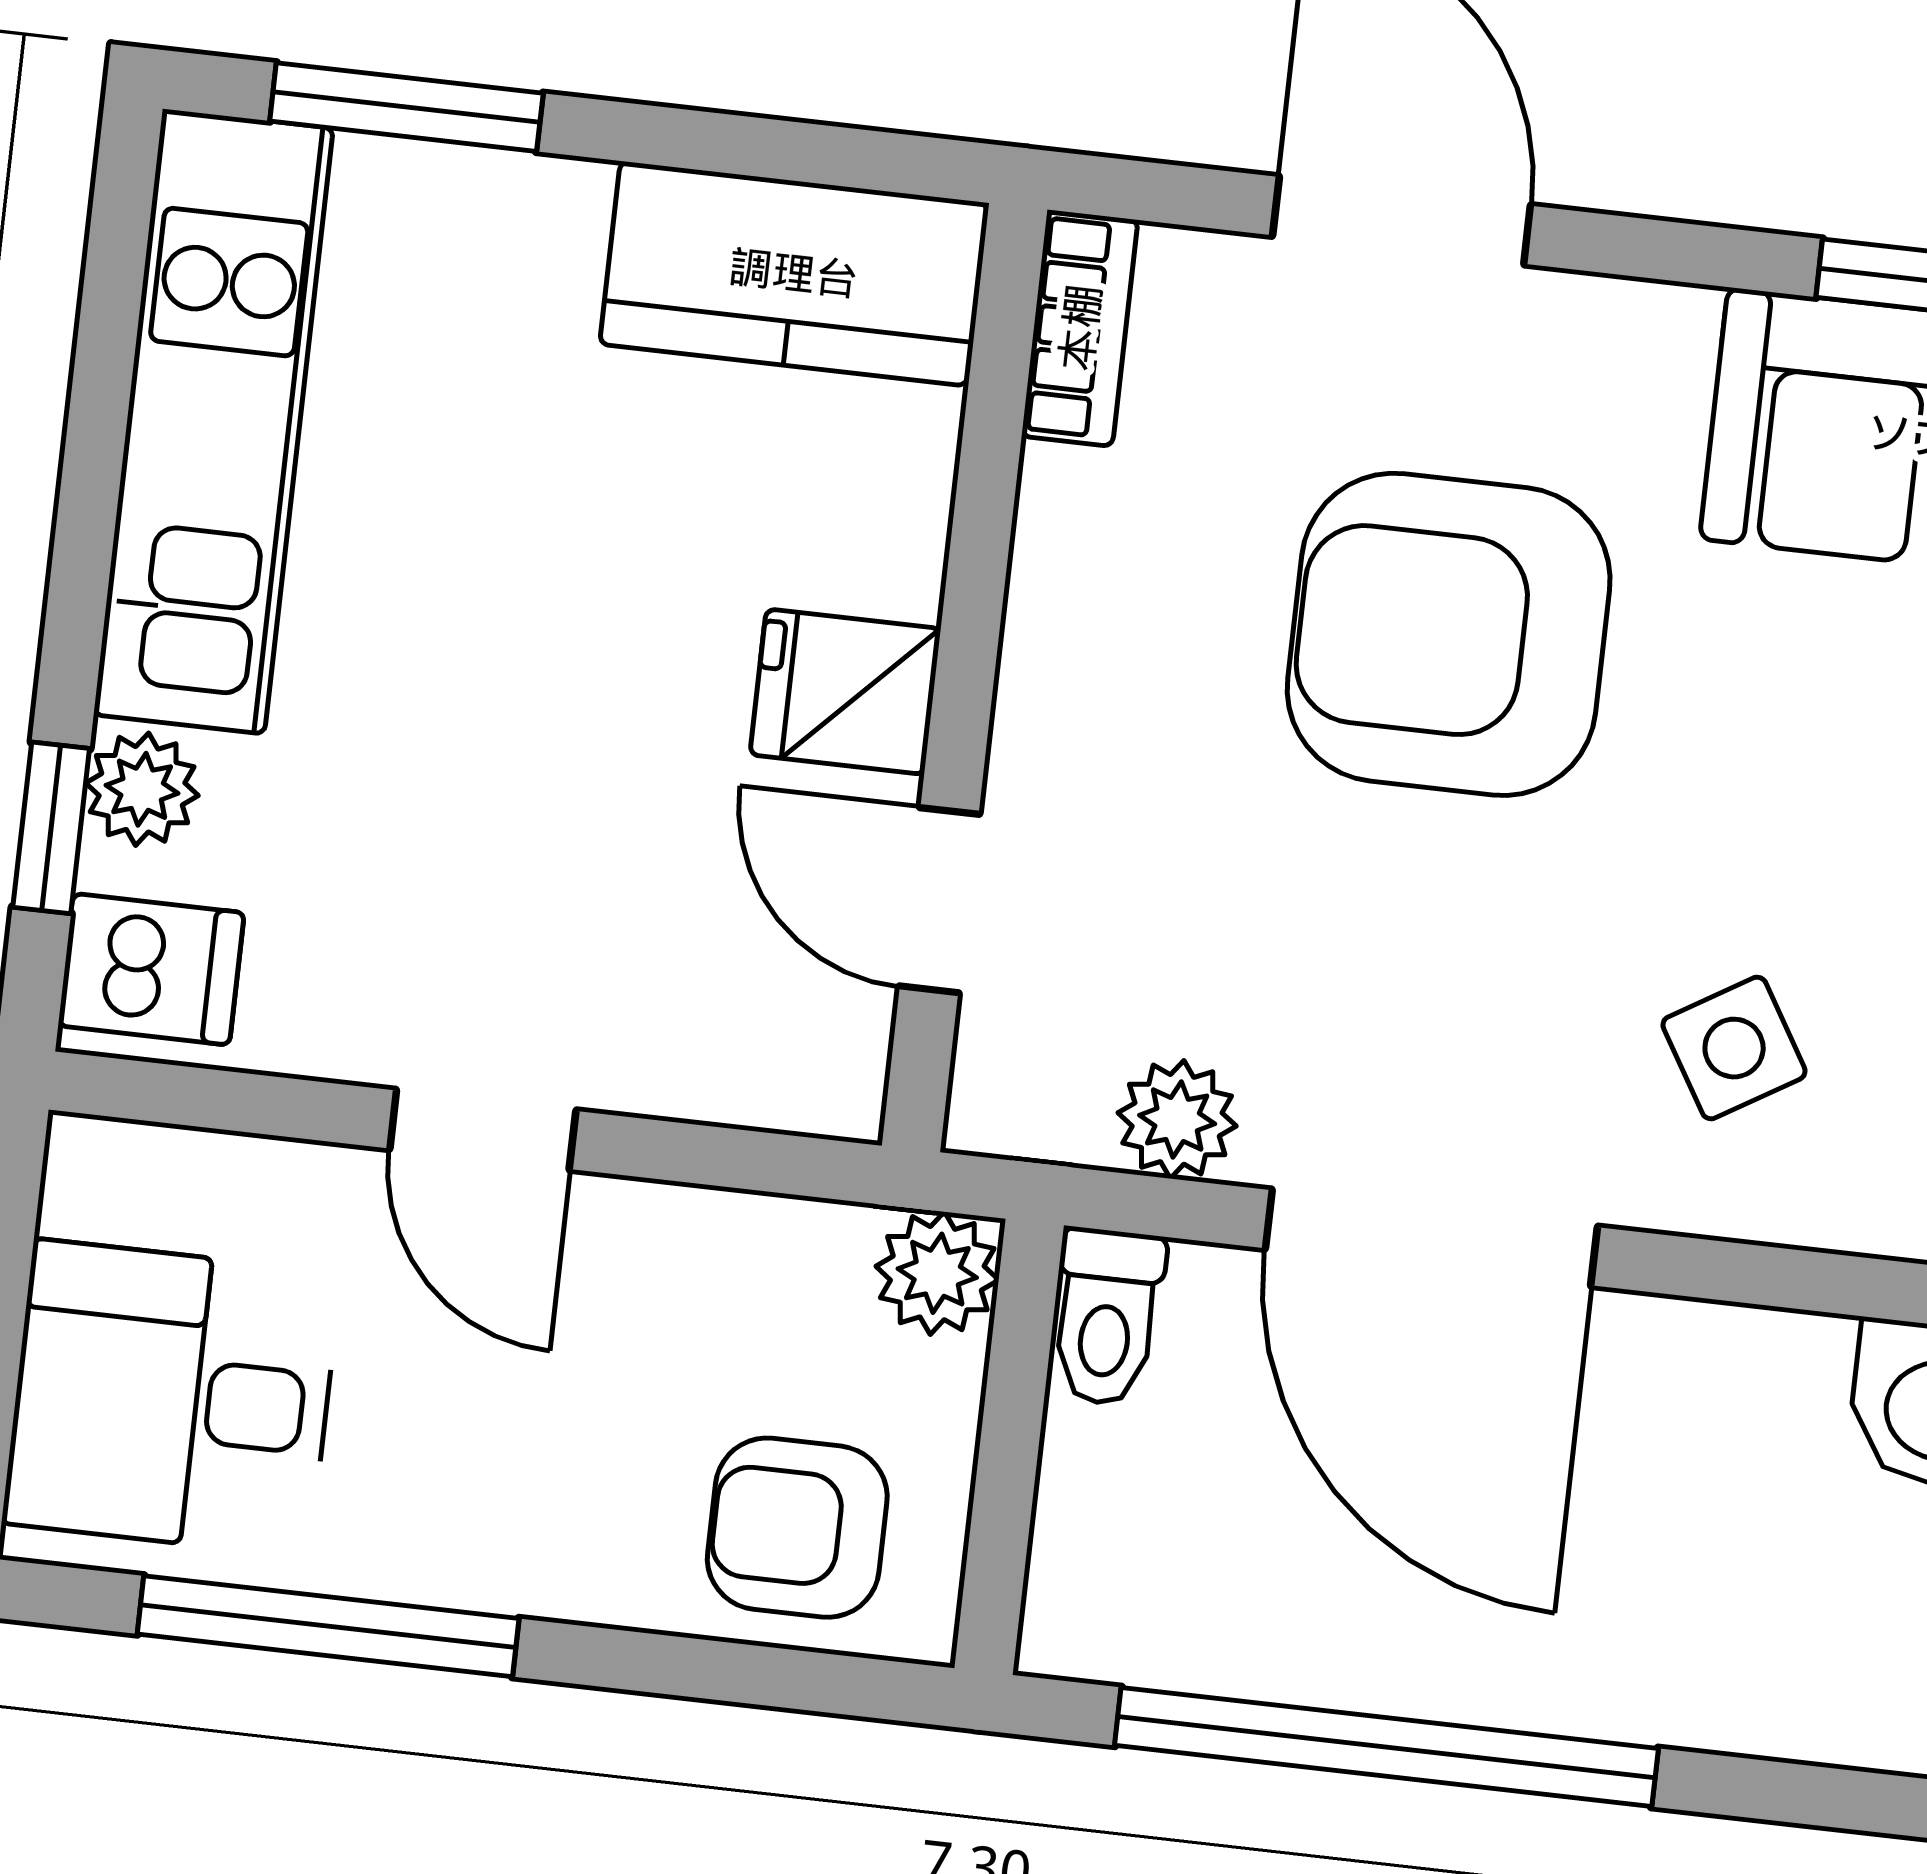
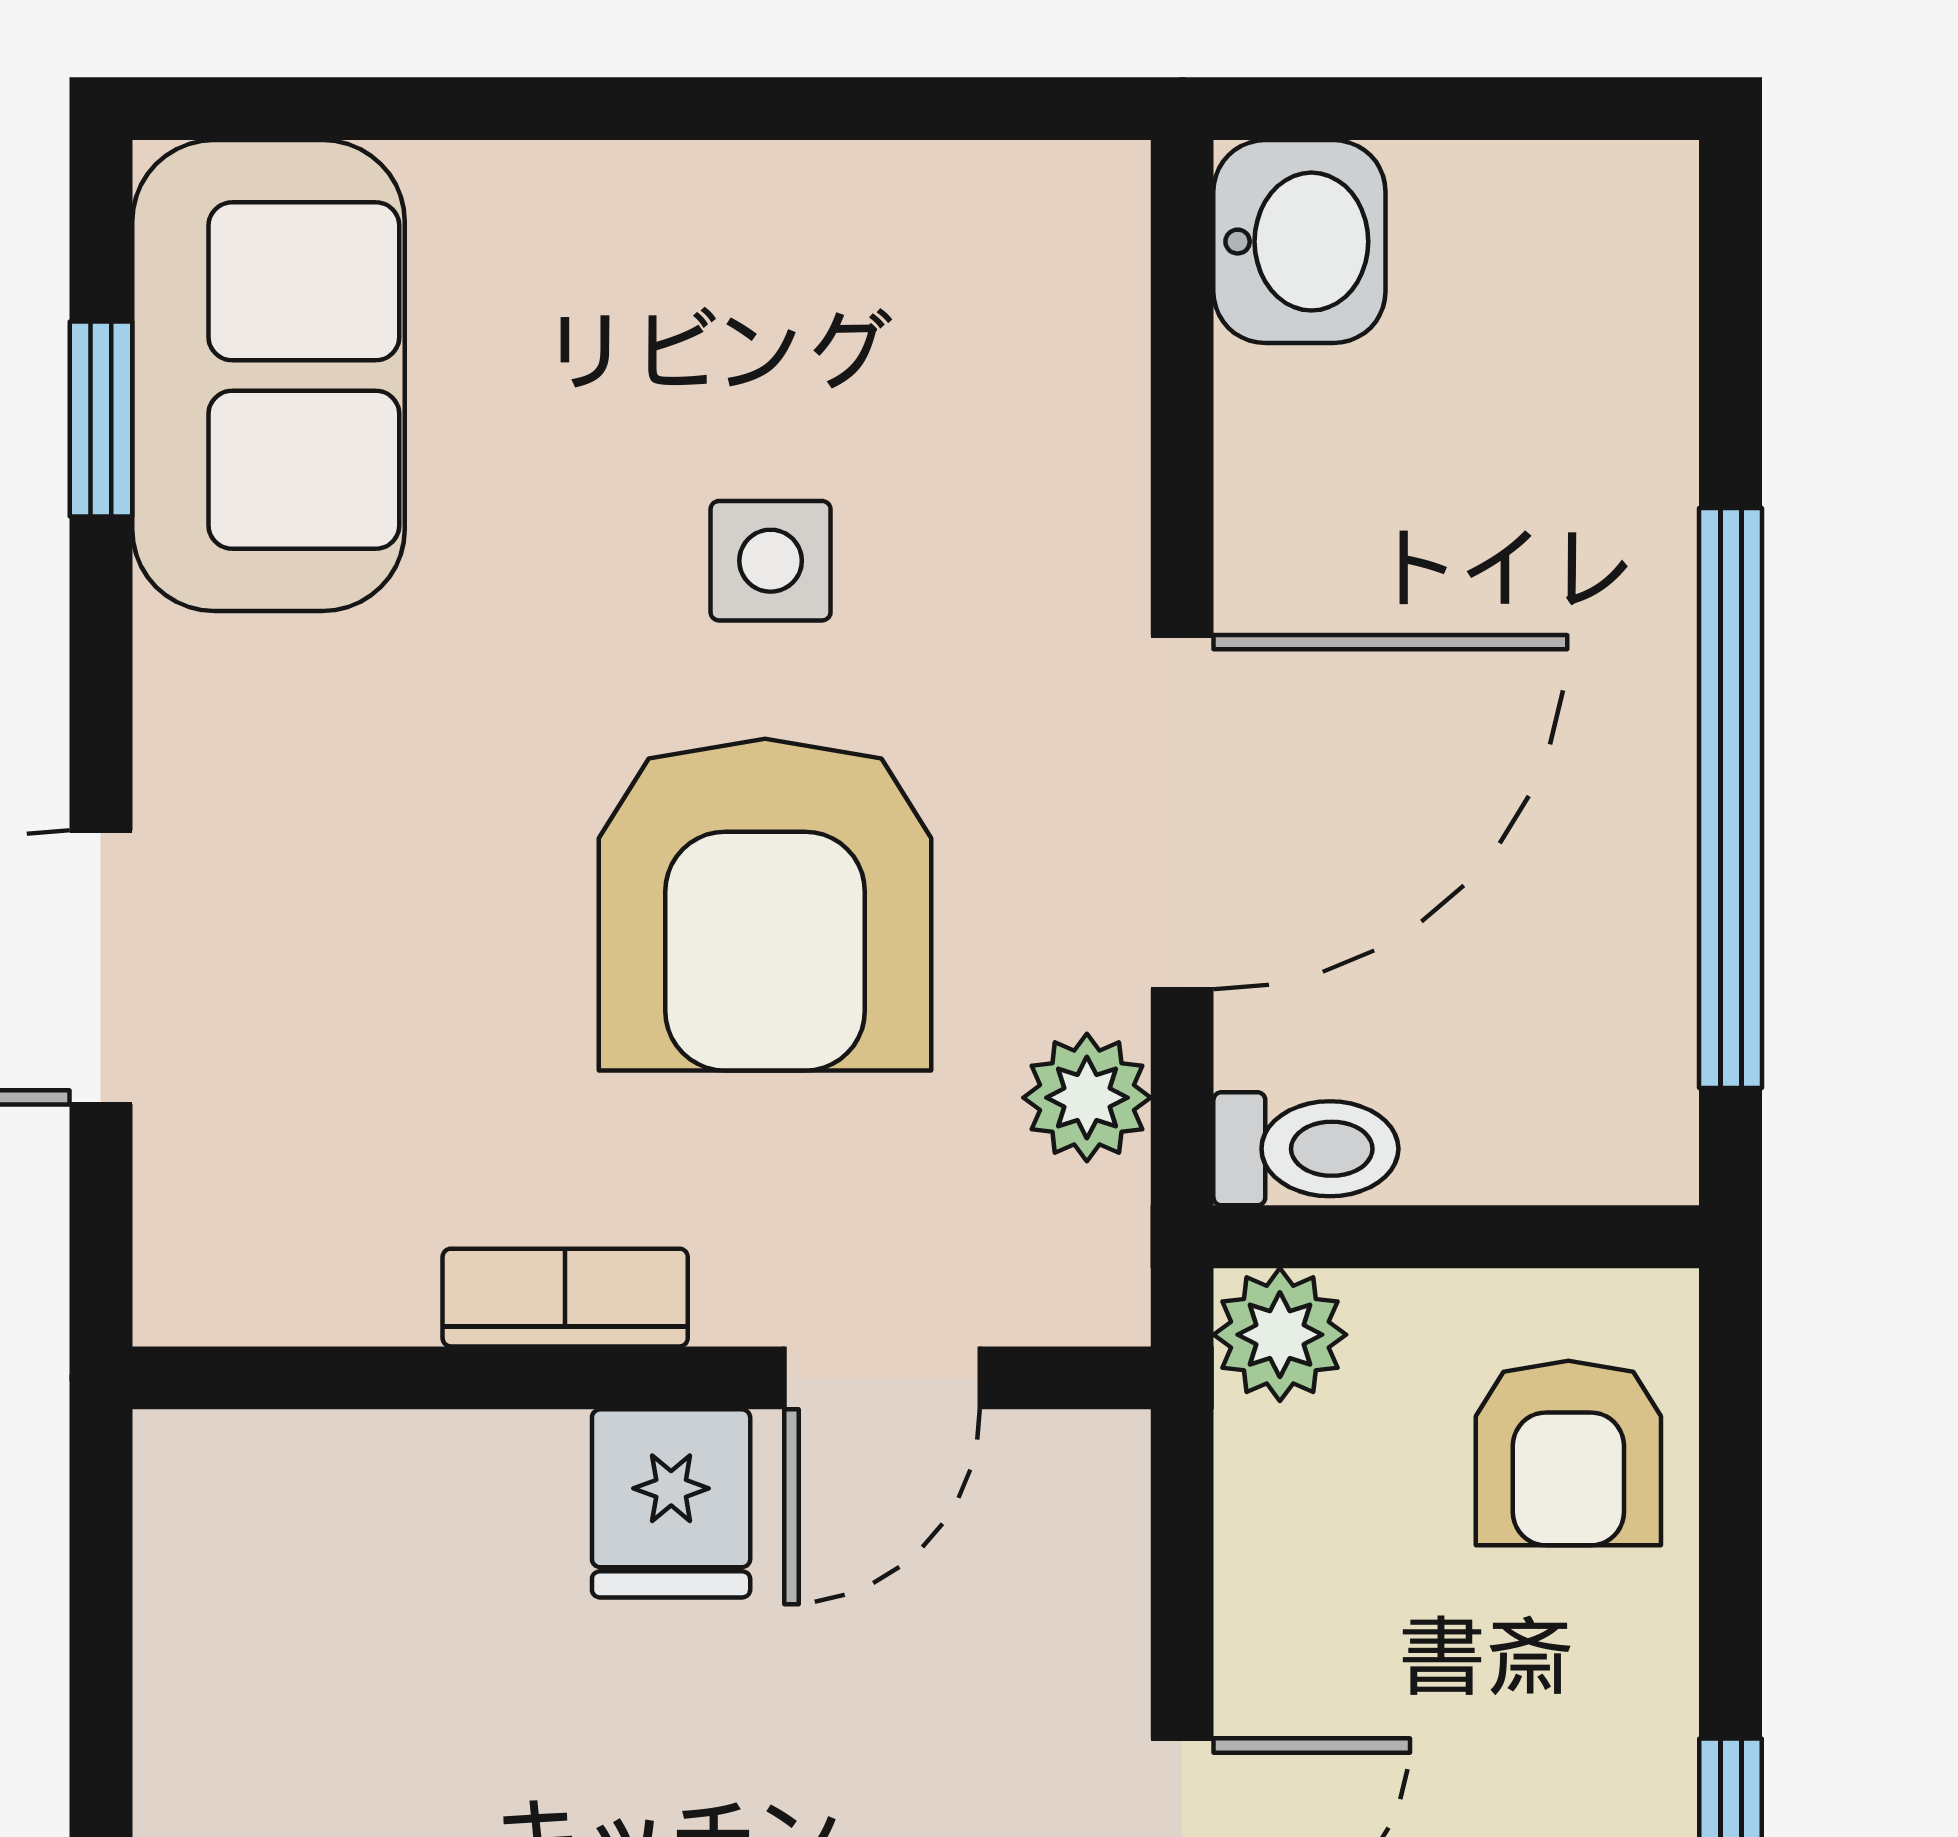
kitchen counter: (794, 273) -> (231, 1609), removed
bookcase: (1080, 328) -> (565, 1298), moved
armchair: (1449, 634) -> (765, 905), moved
side table: (1734, 1048) -> (771, 561), moved, turned 31

